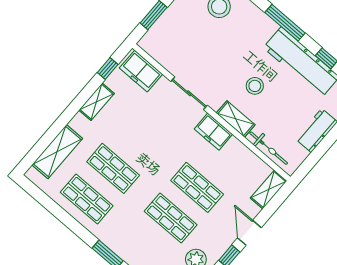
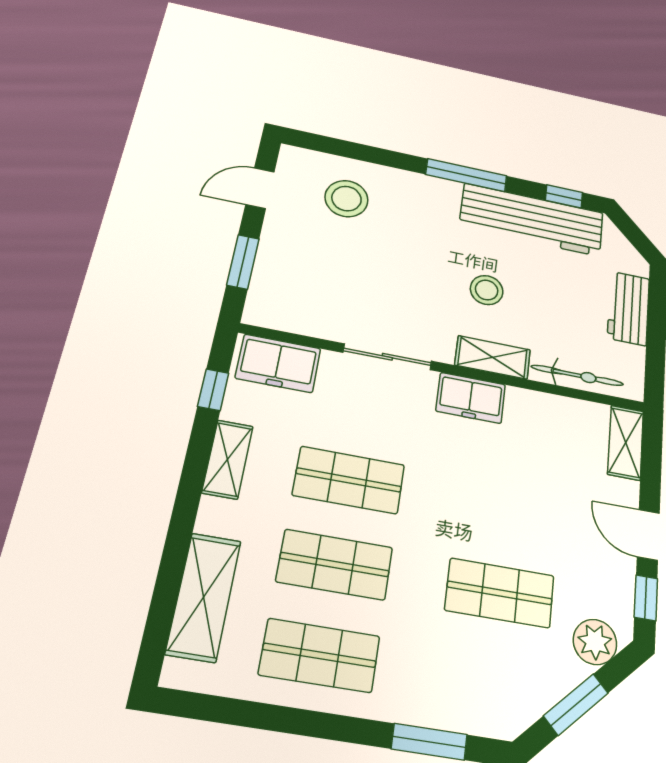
shop shelf: (197, 187) -> (349, 480), moved

